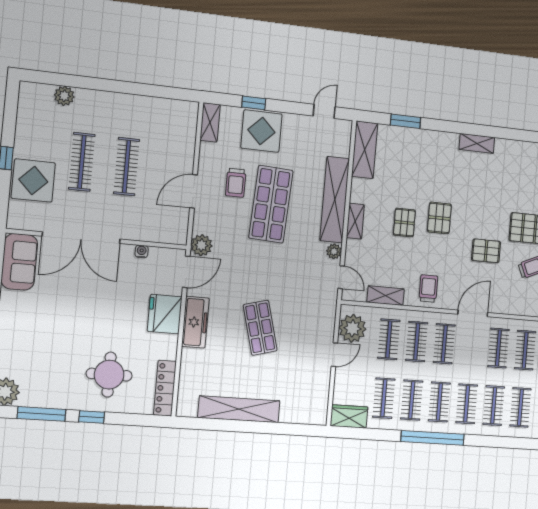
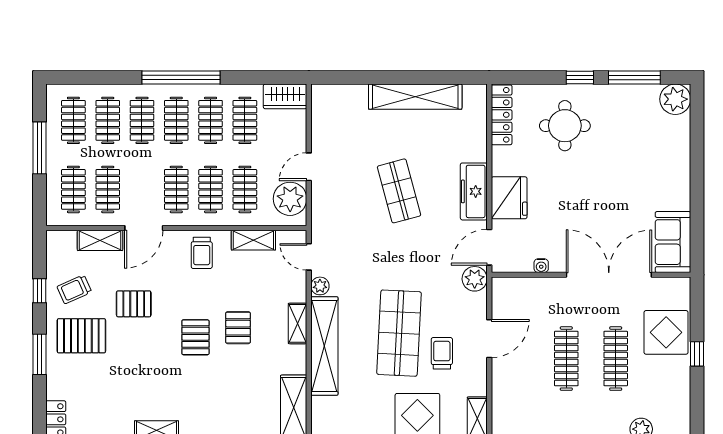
shelving: (508, 306) -> (100, 240), added

